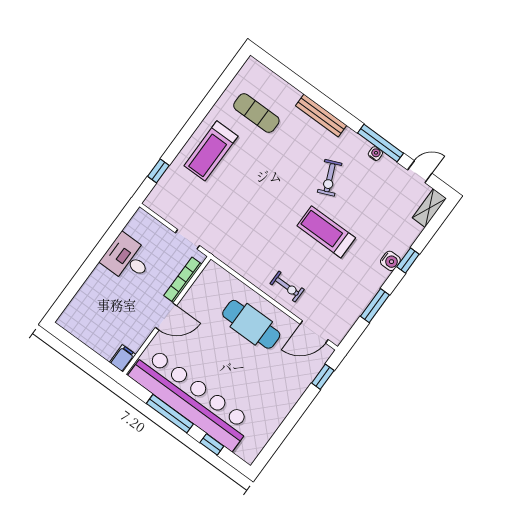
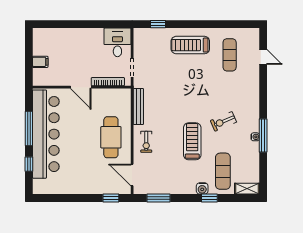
bench: (321, 116) -> (138, 106), moved
door: (420, 172) -> (263, 57), moved
exercise mat: (388, 221) -> (223, 171), added
desk: (127, 259) -> (117, 42), moved
window: (375, 306) -> (159, 198), moved
filing cabinet: (123, 358) -> (40, 62), moved

